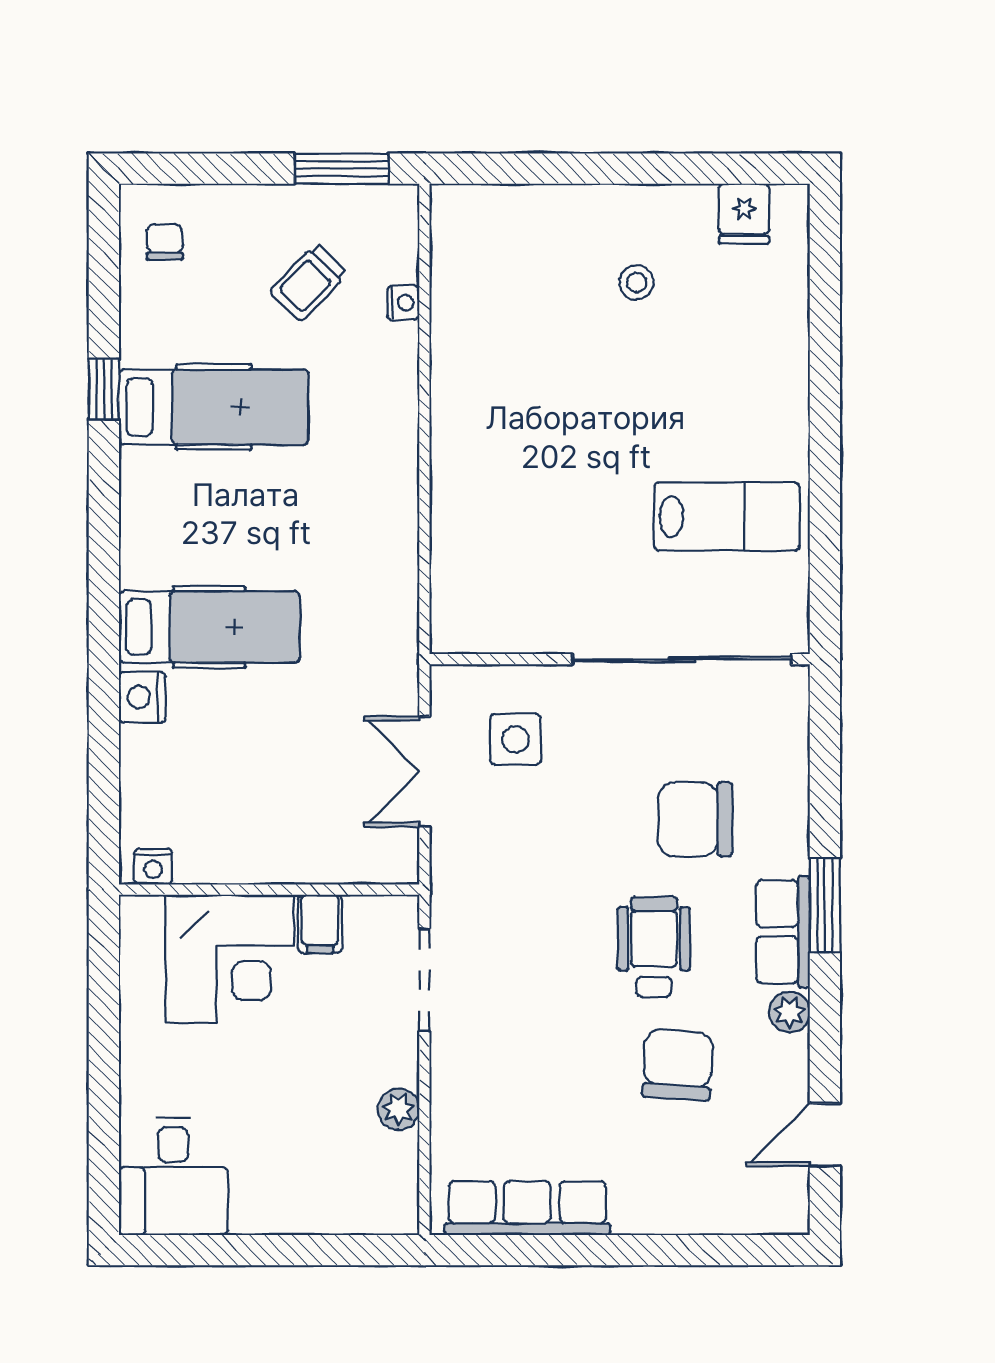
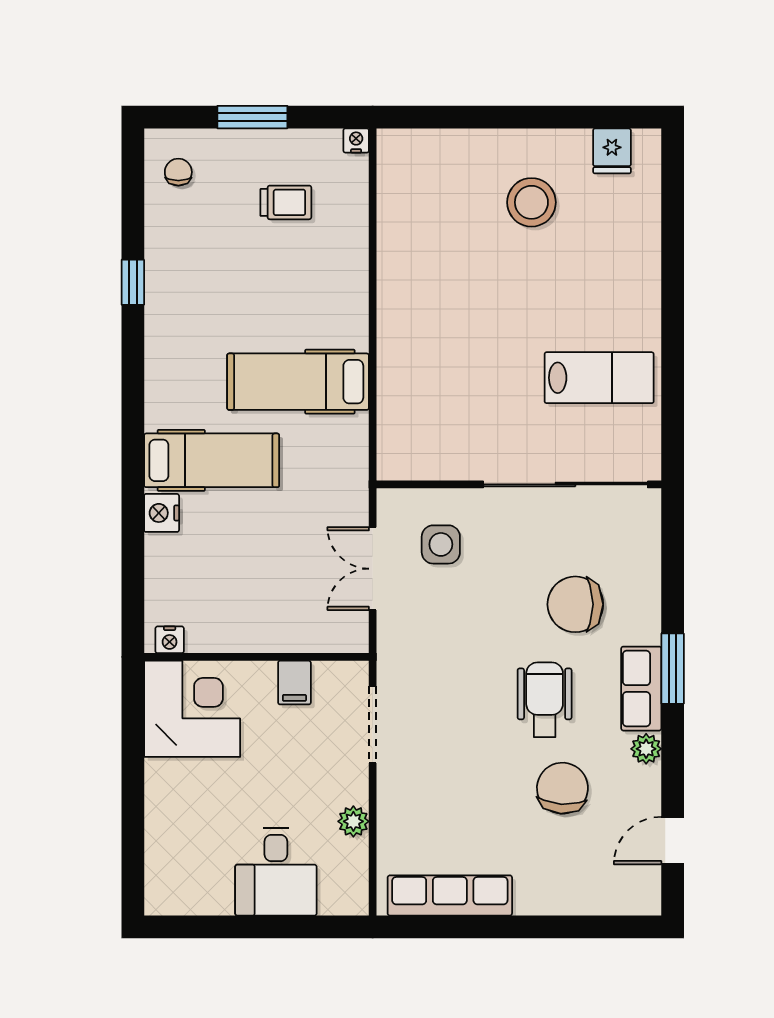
window: (342, 169) -> (252, 117), moved
trolley: (308, 282) -> (286, 202), turned -134
stool: (636, 282) -> (531, 202), width x1.89, depth x1.89
nightstand: (403, 303) -> (356, 140), moved, turned -90
hospital bed: (214, 407) -> (298, 382), moved, turned 180
corner desk: (230, 959) -> (192, 709), moved, turned -90
desk: (173, 1176) -> (276, 872), moved

